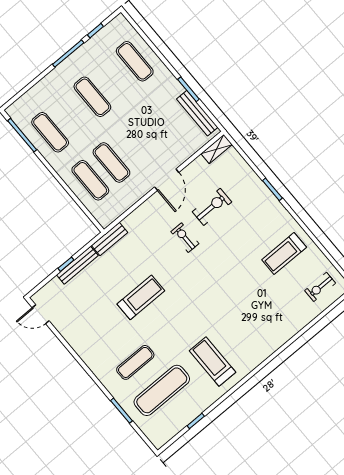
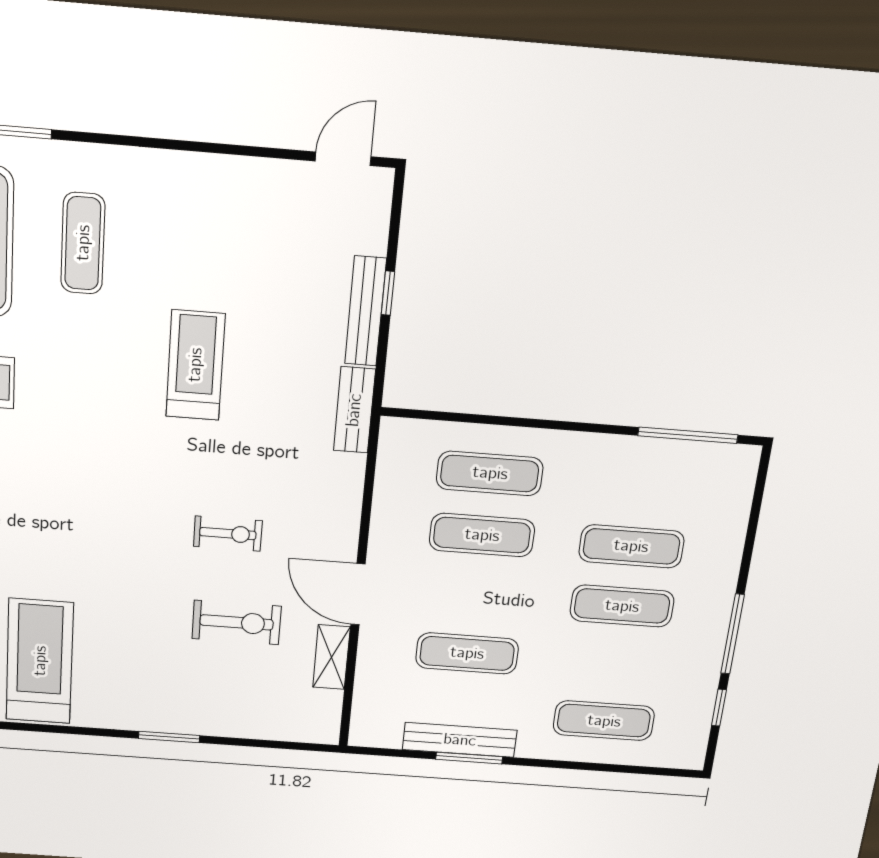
bench: (197, 113) -> (460, 740), moved
exercise mat: (154, 127) -> (467, 653), added
exercise mat: (50, 132) -> (631, 546), moved
shelving: (217, 149) -> (331, 657), moved
exercise bike: (212, 207) -> (237, 622), turned -90
treadmill: (284, 254) -> (40, 661), width x1.37, depth x1.38
treadmill: (141, 297) -> (195, 365), turned 180

